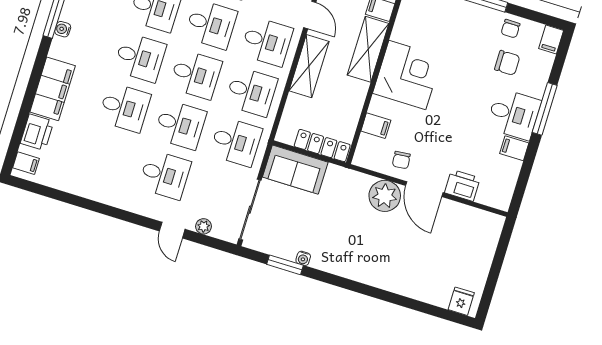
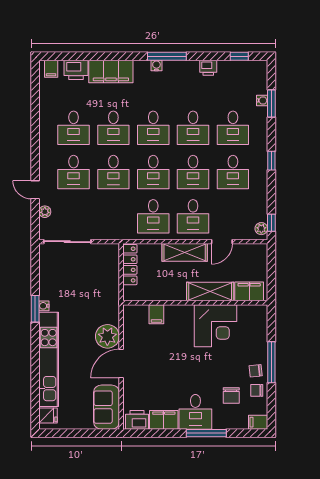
corner desk: (407, 75) -> (216, 326), moved
desk: (236, 142) -> (74, 128), moved
locker: (322, 146) -> (130, 265), moved
filing cabinet: (514, 148) -> (164, 420), width x2.00
chair: (401, 160) -> (256, 371), moved
sofa: (295, 170) -> (106, 407), moved
printer: (462, 185) -> (137, 420), moved, turned -90
door: (172, 230) -> (35, 190), hinge flipped
water cooler: (303, 258) -> (44, 306), moved
window: (285, 265) -> (35, 309), moved
kitchen unit: (391, 279) -> (49, 359), added

